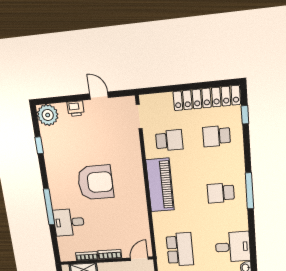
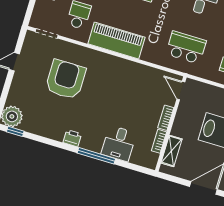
printer: (76, 109) -> (72, 138), moved, turned -90
window: (39, 145) -> (15, 131), moved
armchair: (95, 182) -> (66, 80), moved

